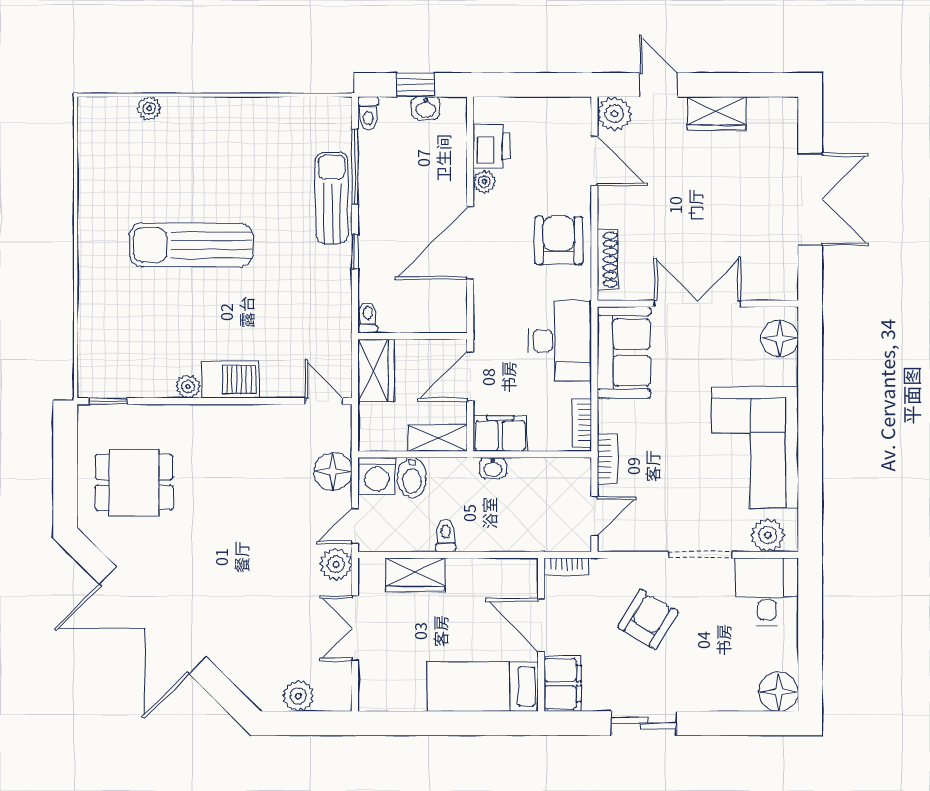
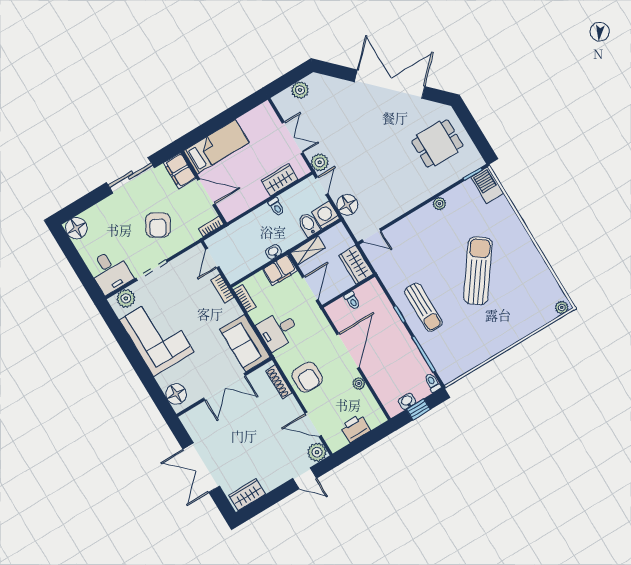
plant: (149, 108) -> (562, 307), moved
wardrobe: (717, 114) -> (247, 495), moved
printer: (491, 146) -> (355, 428), moved, turned 90
sun lounger: (332, 198) -> (423, 307), moved
sun lounger: (191, 245) -> (478, 271), turned -54
toilet: (368, 317) -> (352, 301), moved
desk: (560, 341) -> (278, 330), width x0.73
barbecue: (230, 380) -> (487, 185), moved, turned 90
sliding door: (644, 723) -> (130, 175), width x1.37

